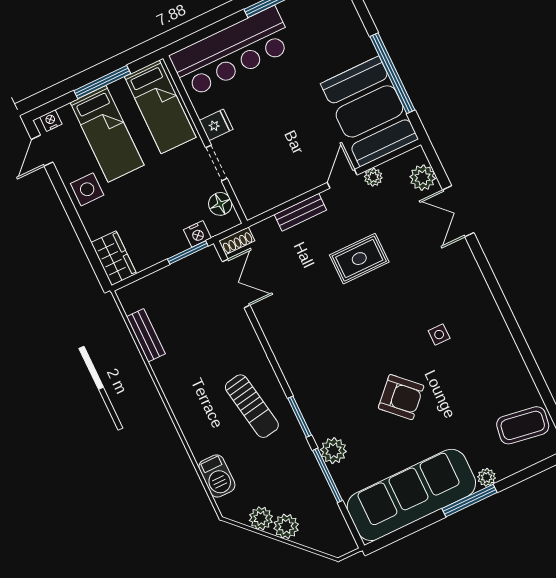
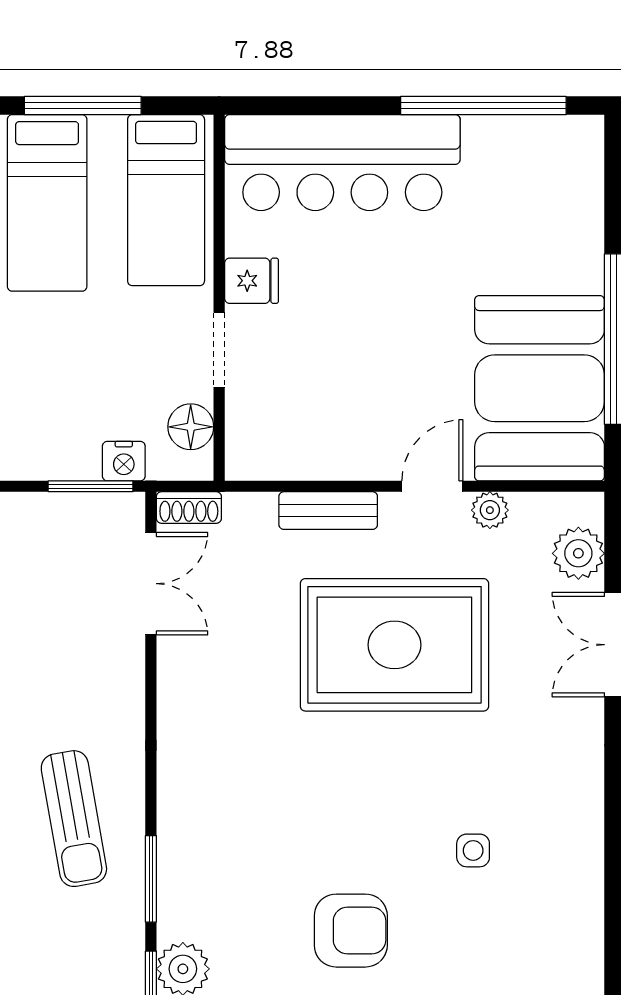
rug: (359, 259) -> (394, 645), width x1.86, depth x2.06
armchair: (401, 397) -> (351, 931), turned -44

